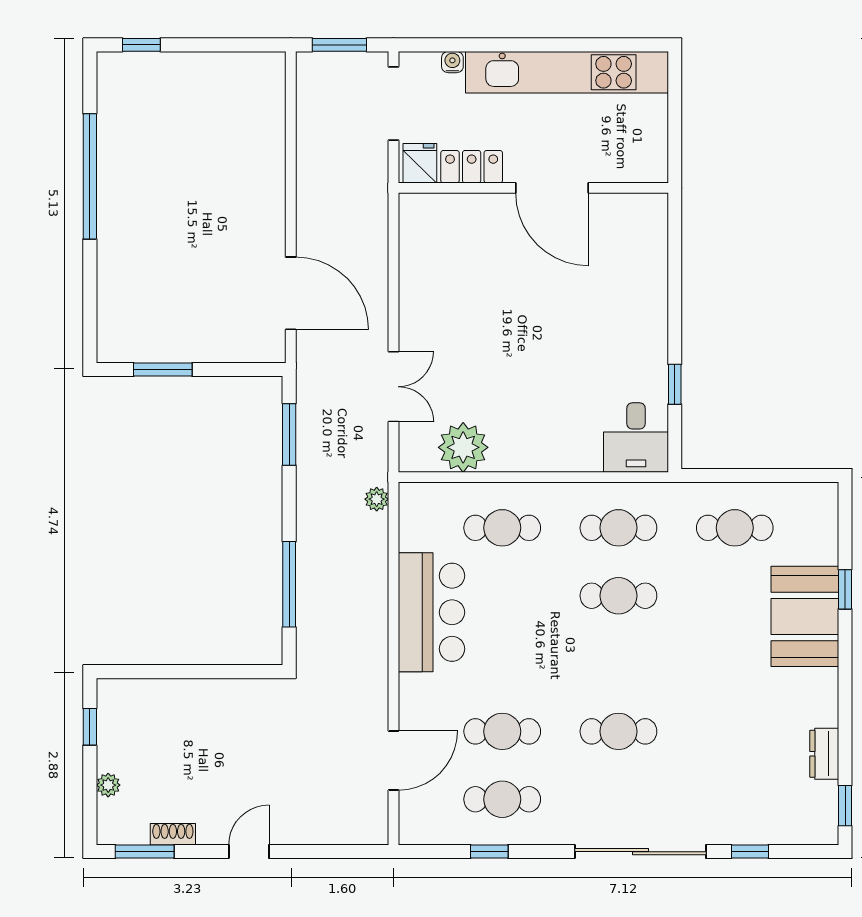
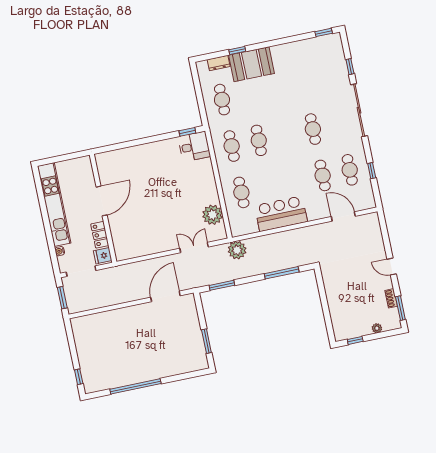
window: (675, 384) -> (187, 132), moved
plant: (377, 499) -> (237, 250), width x1.88, depth x1.88
dresser: (824, 754) -> (219, 63), moved

